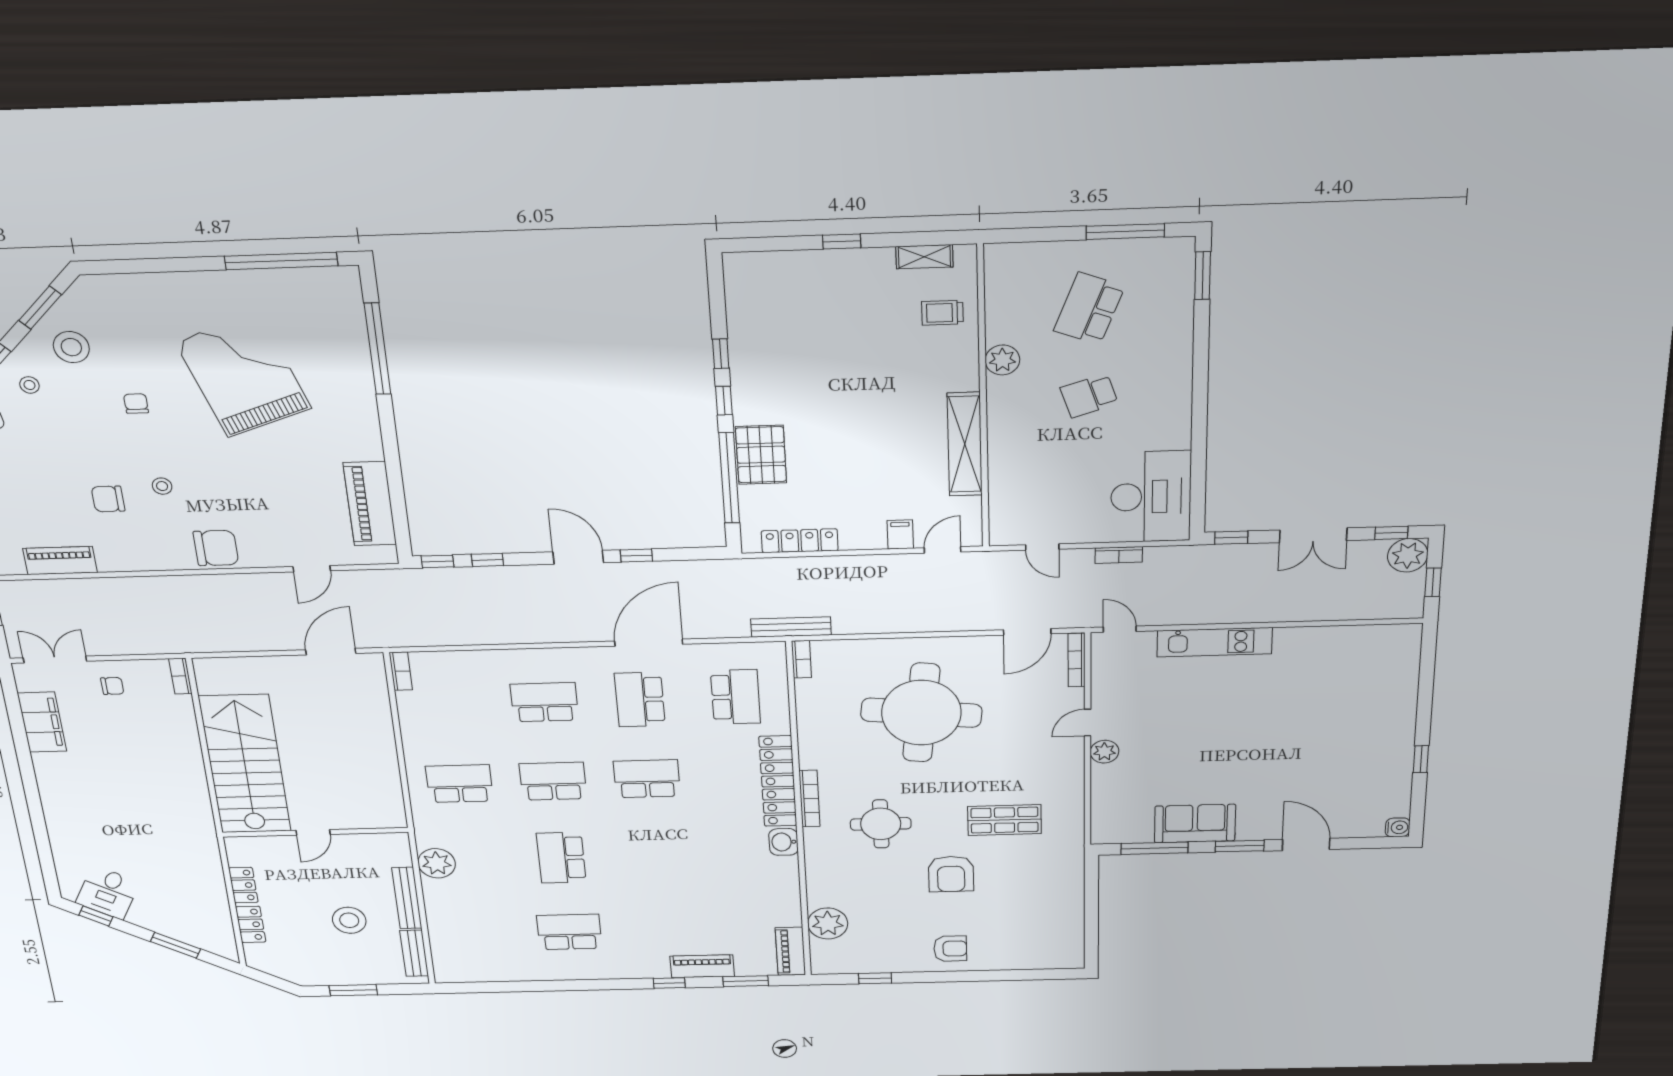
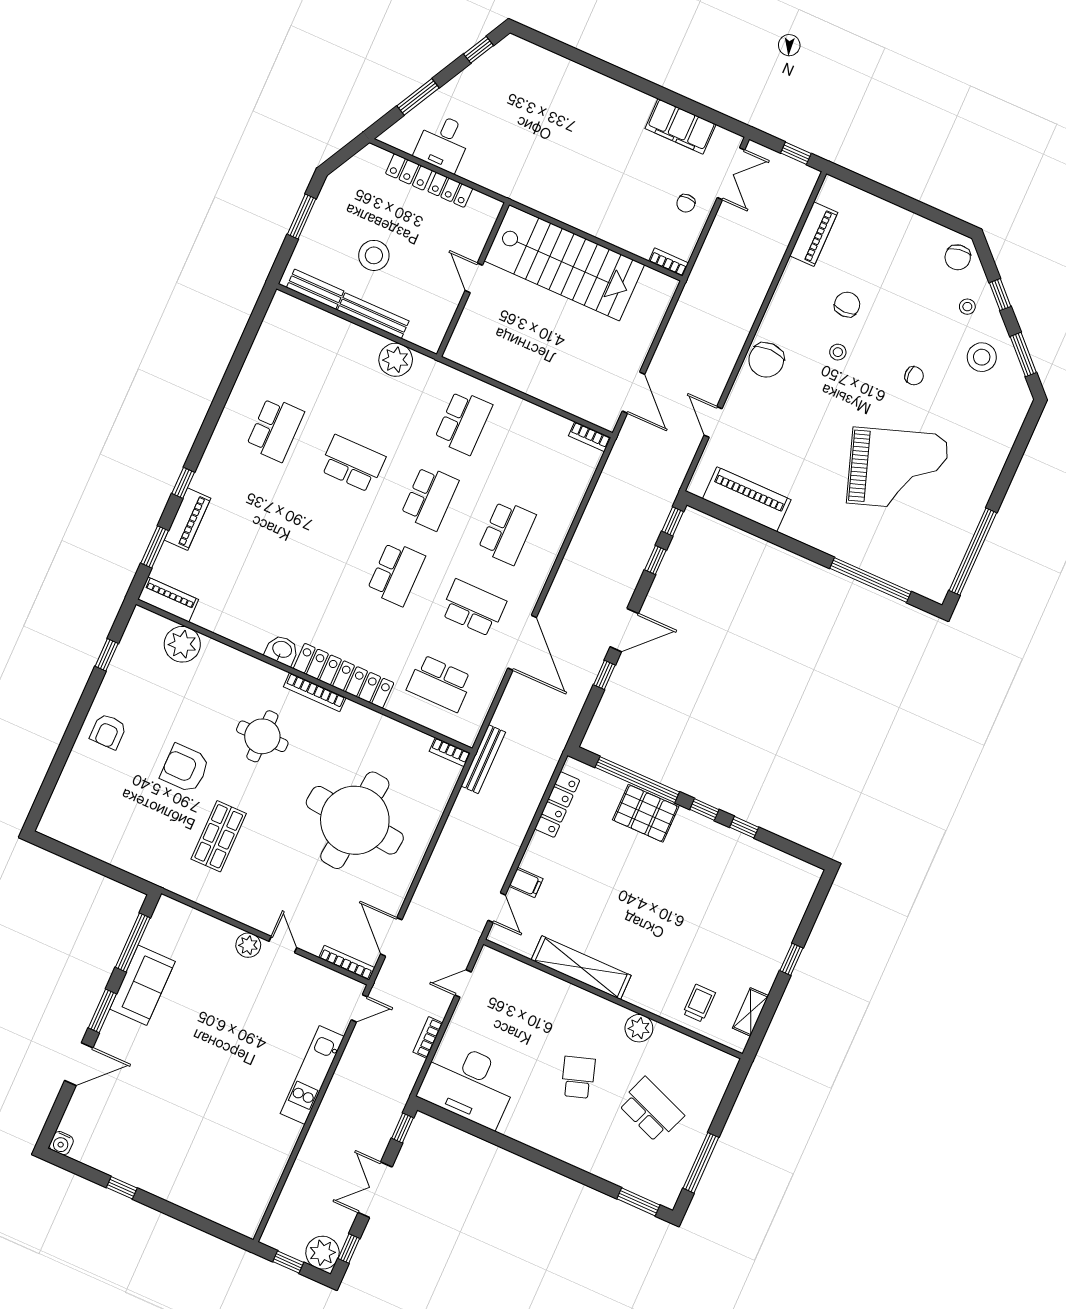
desk: (108, 893) -> (443, 143), moved, turned -118

